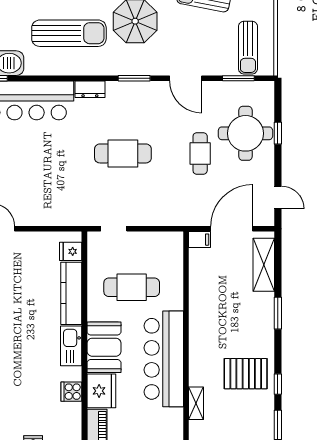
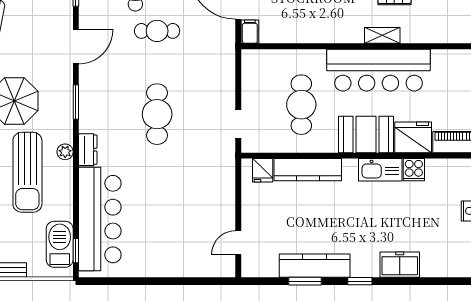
sun lounger: (69, 33) -> (27, 172), turned 180
plant: (88, 68) -> (65, 152), added
kitchen sink: (71, 346) -> (380, 170), moved
shelving: (196, 403) -> (382, 35), moved

